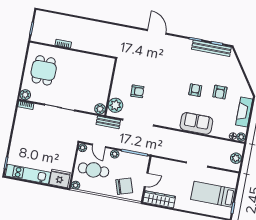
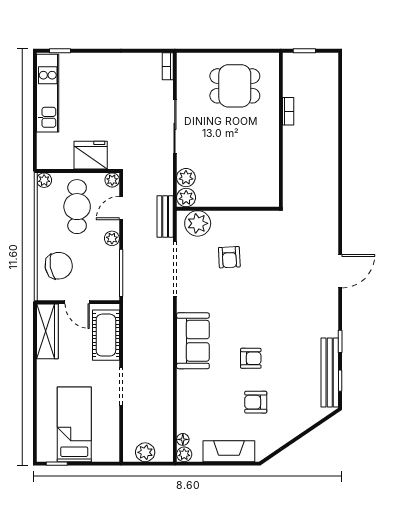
plant: (25, 95) -> (186, 178), moved
sofa: (196, 123) -> (193, 341), moved
cot: (167, 167) -> (106, 335), added
fridge: (60, 178) -> (91, 155), moved, turned -90
chair: (124, 186) -> (59, 266), turned -82

